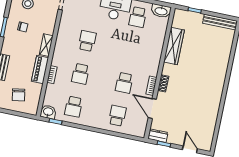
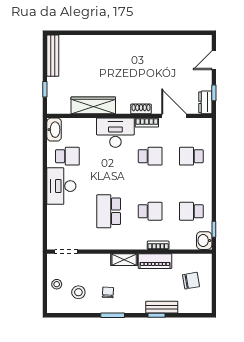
school desk: (87, 41) -> (109, 211), width x1.85
desk: (149, 59) -> (115, 133), added
school desk: (74, 107) -> (191, 211), turned 180
door: (152, 108) -> (174, 116), swing flipped

